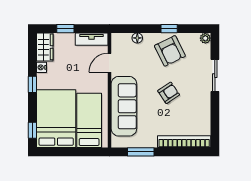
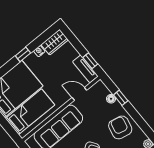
window: (65, 29) -> (90, 61), moved
window: (169, 29) -> (121, 98), moved
armchair: (170, 51) -> (120, 127), turned 128

